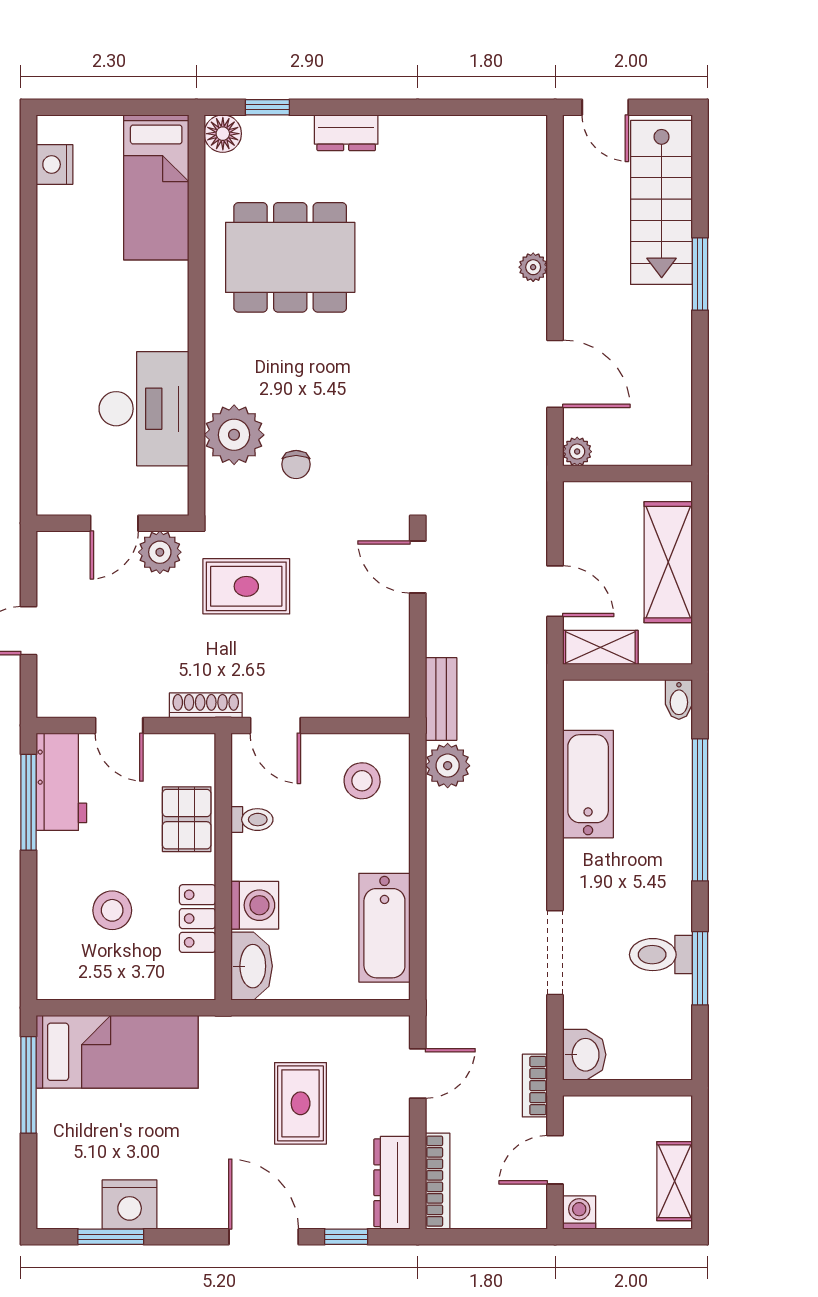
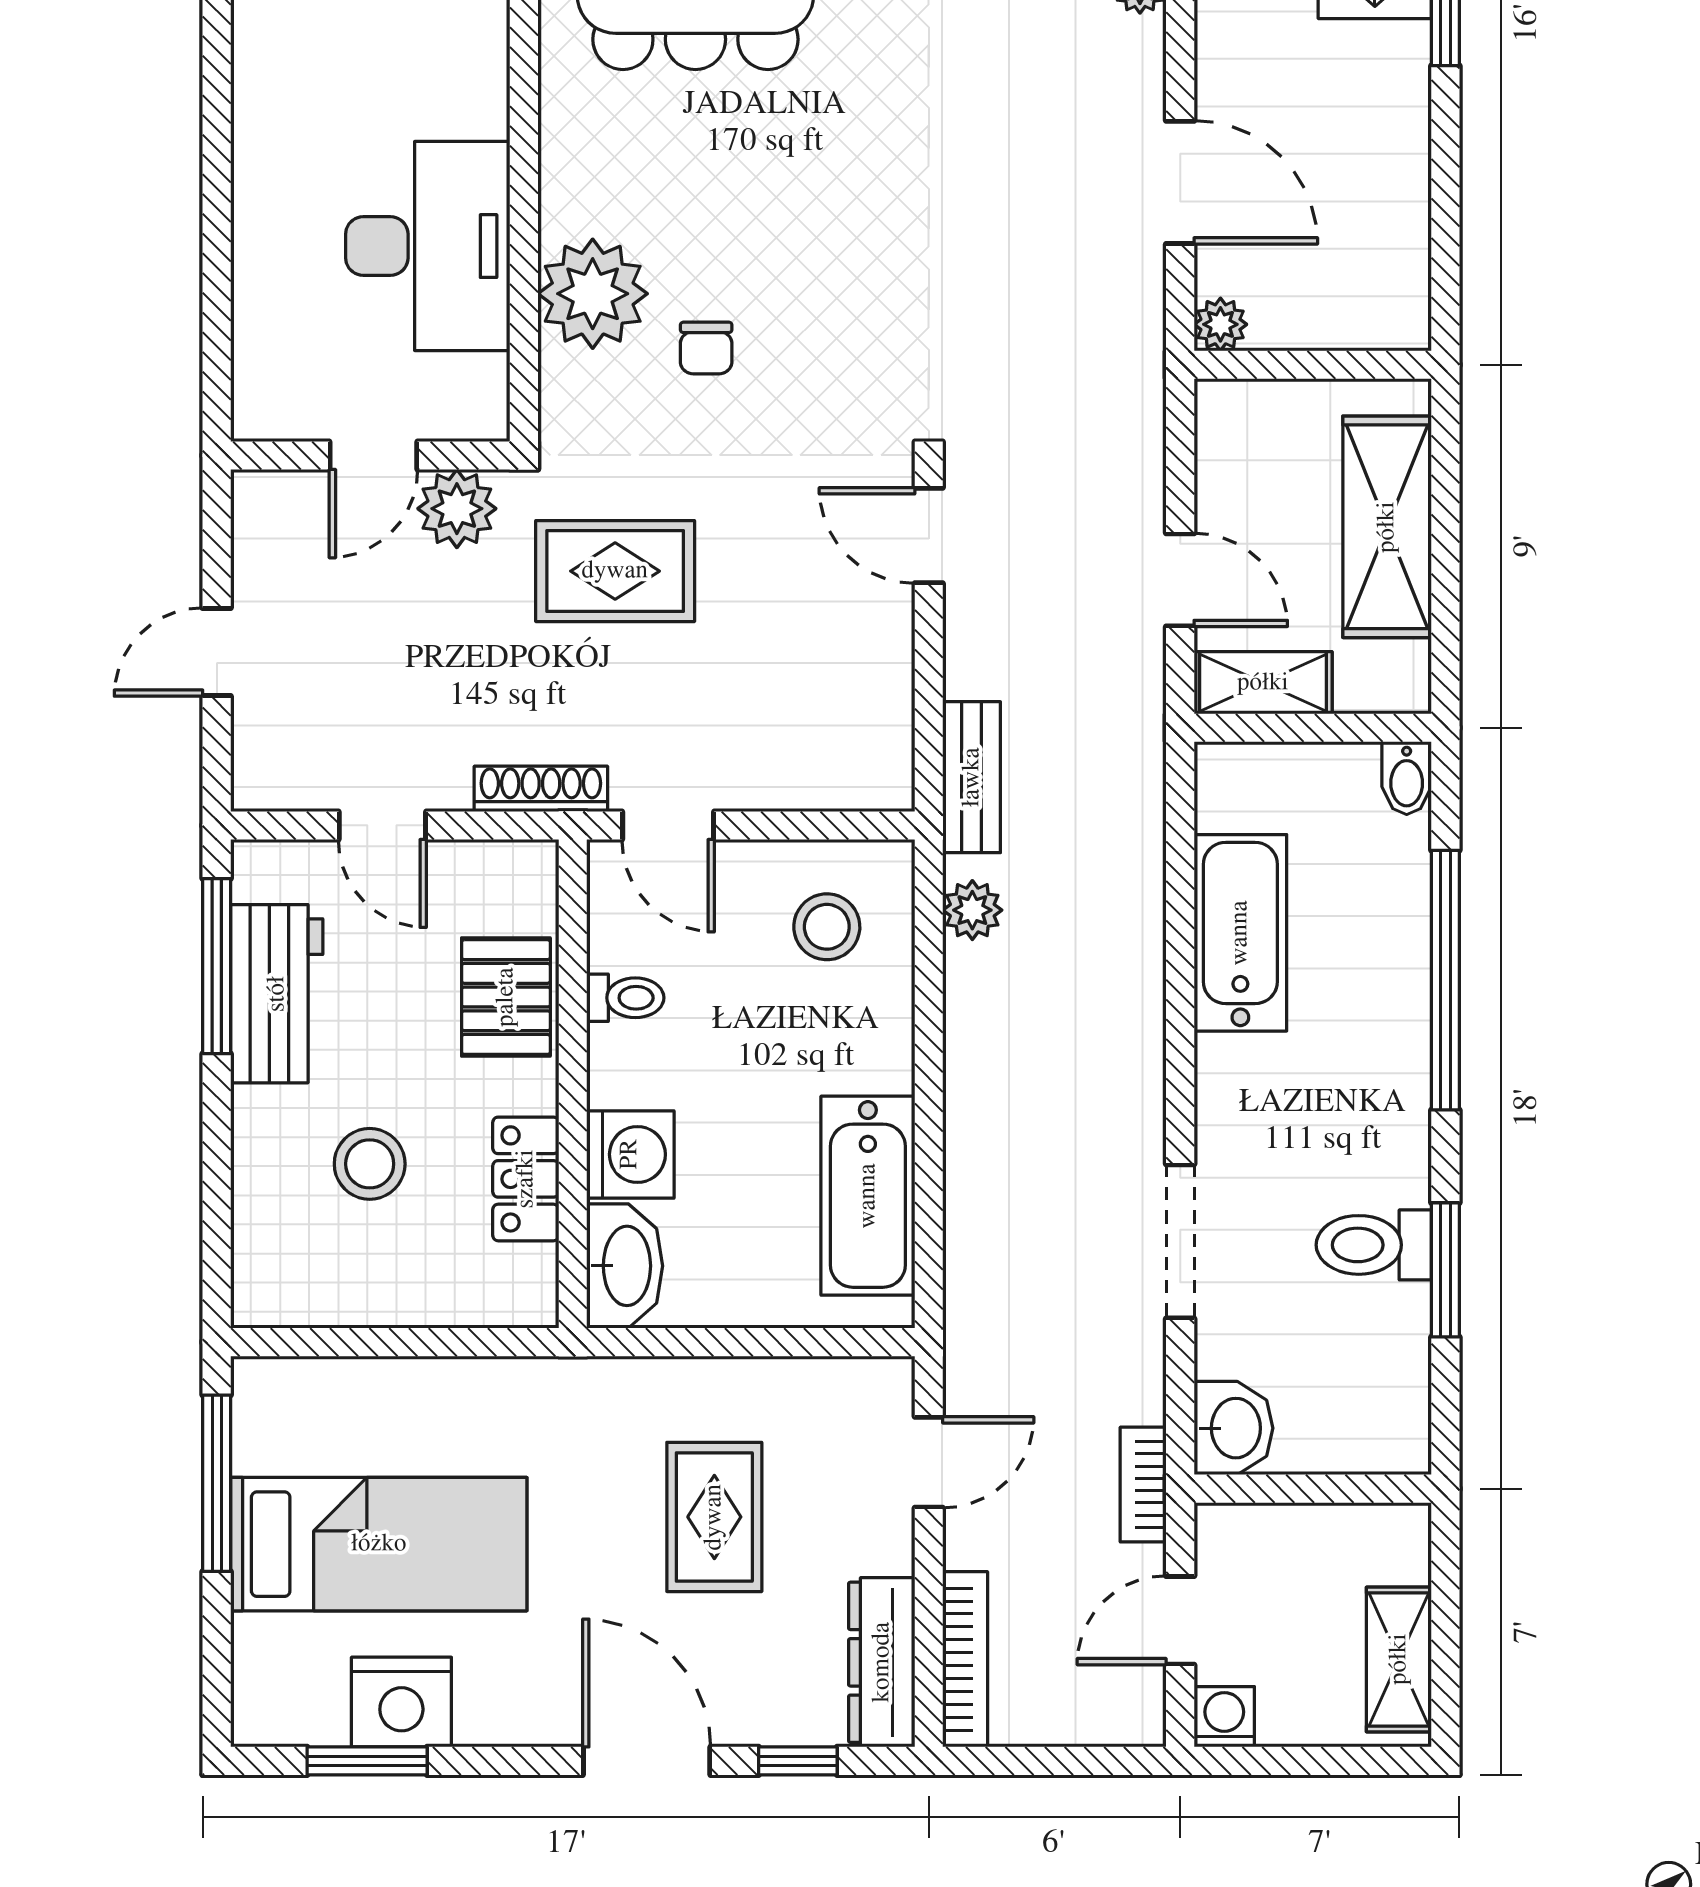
plant: (448, 766) -> (972, 910), width x0.73, depth x0.73
workbench: (61, 782) -> (277, 994), moved
bed: (117, 1052) -> (379, 1544), moved

